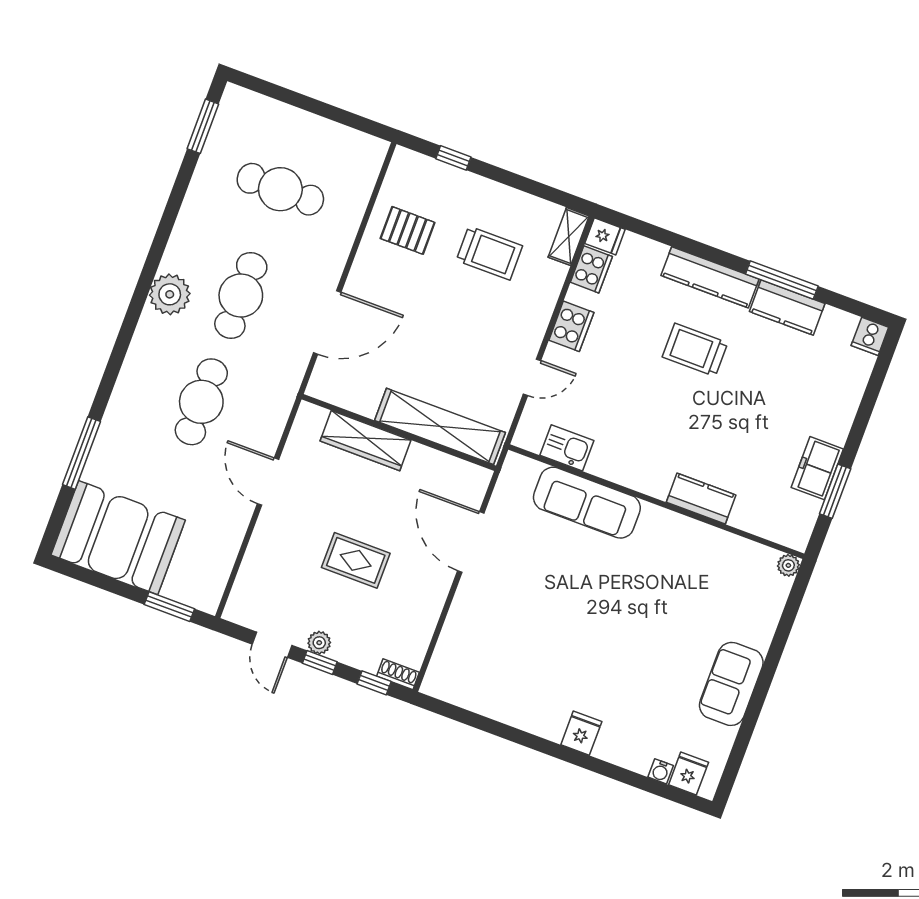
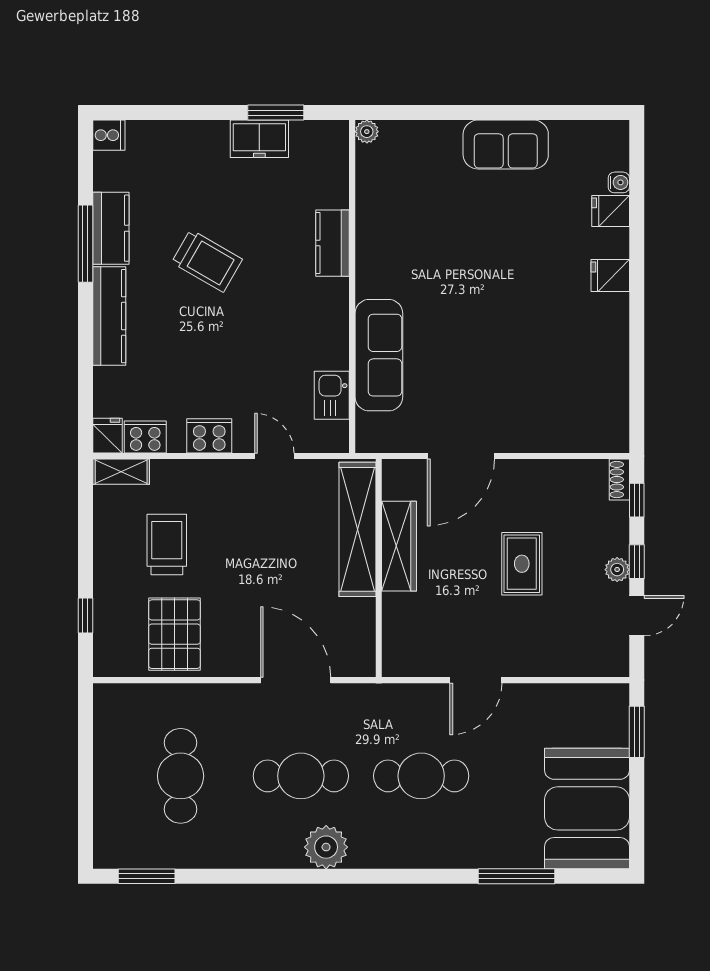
pallet: (408, 230) -> (174, 634), width x1.50, depth x1.42
trolley: (695, 350) -> (207, 261), moved, turned -60
wardrobe: (366, 441) -> (399, 546), moved
fridge: (689, 773) -> (611, 211), moved

